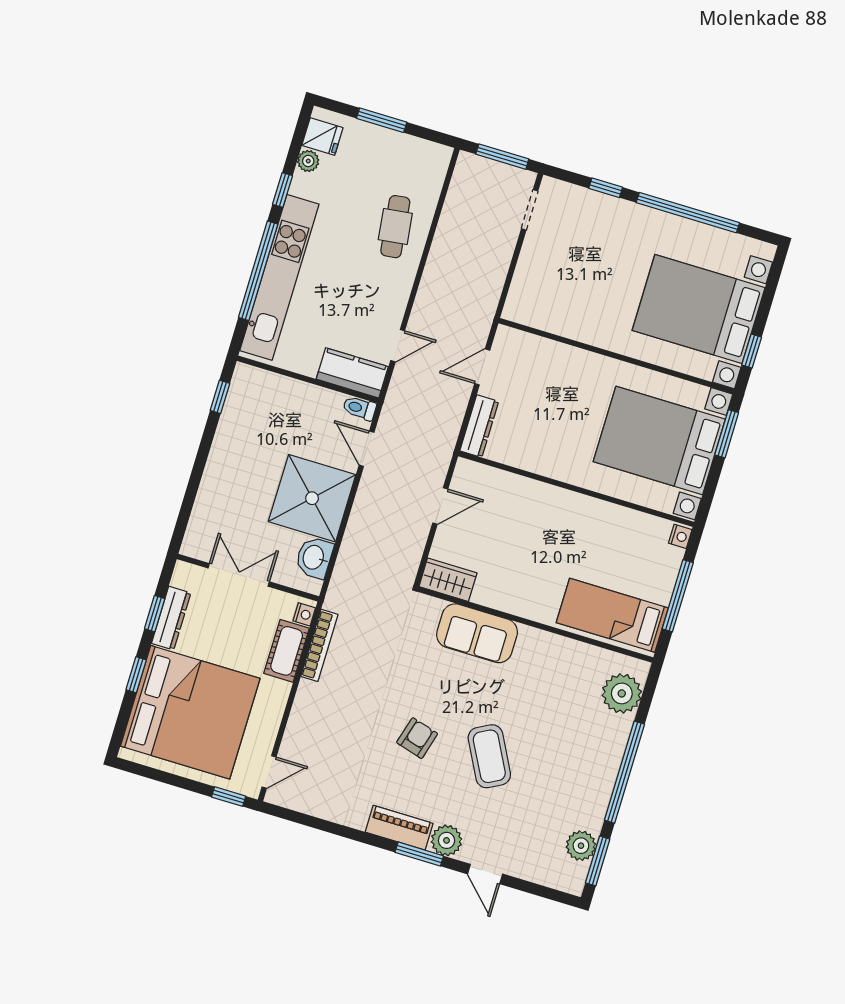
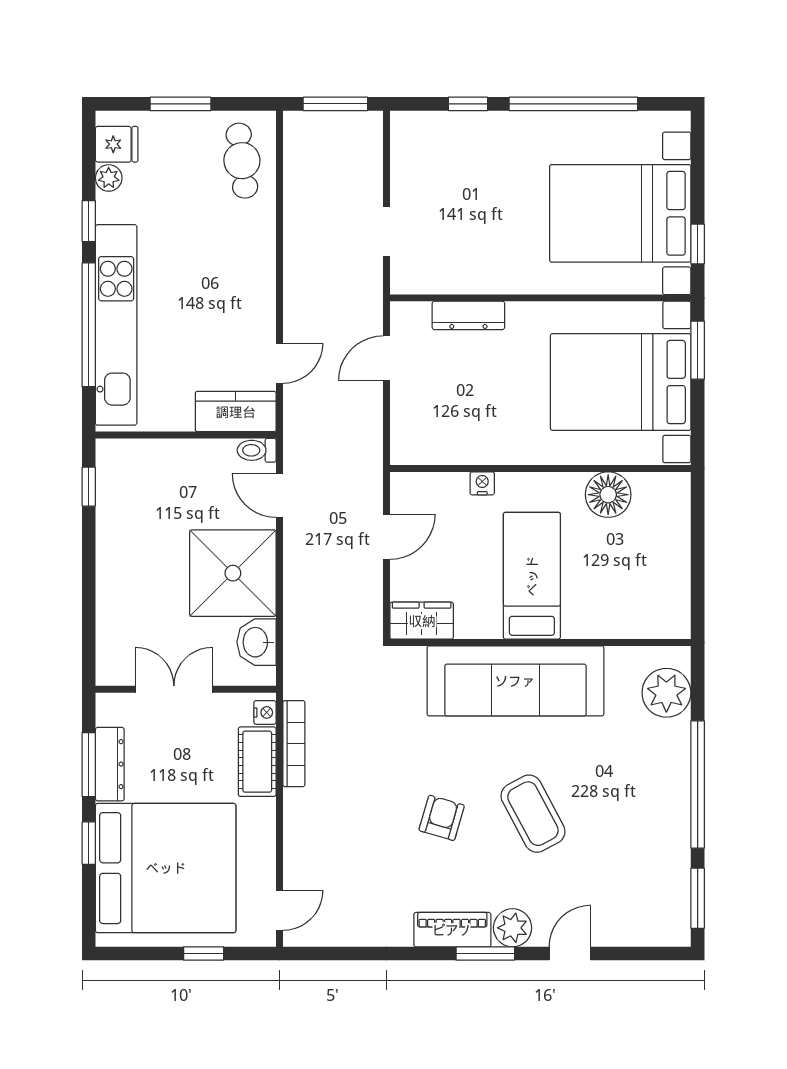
doorway: (530, 210) -> (386, 231), moved
cafe table: (395, 227) -> (242, 161), moved
dresser: (479, 426) -> (468, 315), moved, turned 90
floor lamp: (623, 525) -> (608, 495), added
nightstand: (680, 536) -> (482, 483), moved, turned -90
window: (678, 596) -> (698, 558), removed
window: (155, 614) -> (89, 765), width x1.50
bed: (612, 615) -> (532, 576), moved, turned 90
sofa: (477, 633) -> (515, 681), width x1.85, depth x1.27
window: (229, 797) -> (204, 954), moved
plant: (581, 846) -> (672, 886), removed
door: (485, 874) -> (570, 954), swing flipped

